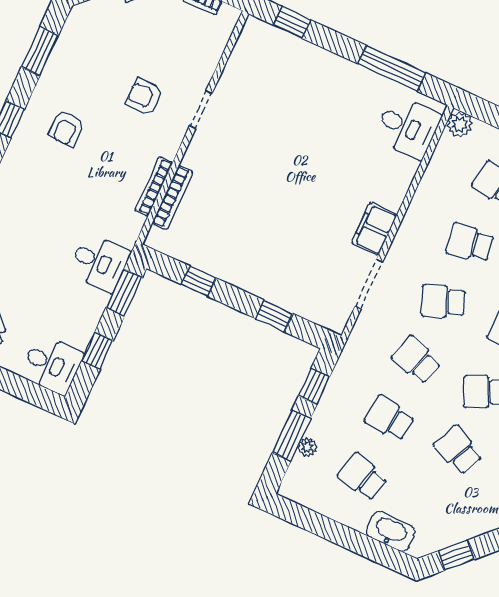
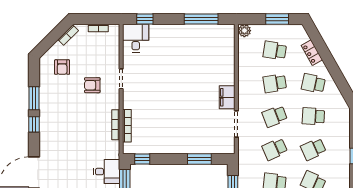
window: (40, 51) -> (34, 98), moved
desk: (407, 127) -> (136, 38), moved, turned -90
armchair: (66, 128) -> (62, 67), moved
window: (199, 281) -> (142, 159), moved
window: (274, 316) -> (199, 159), width x1.50
school desk: (416, 360) -> (275, 149), turned -42

